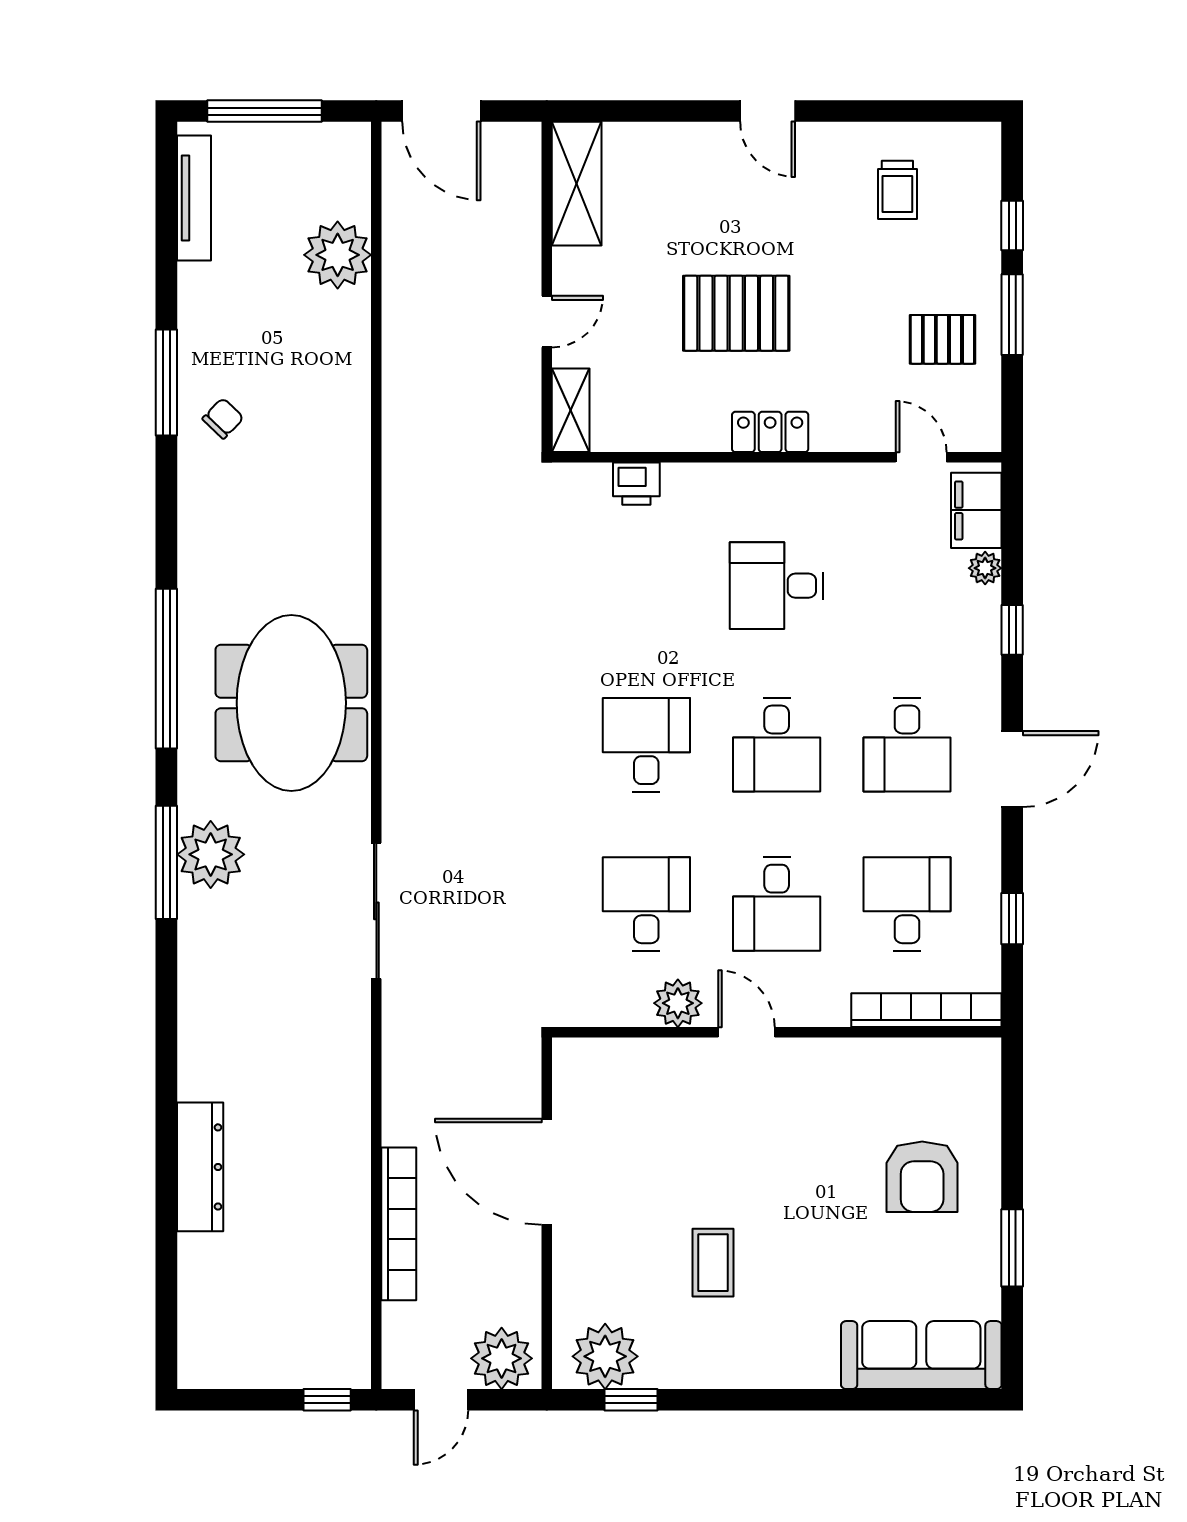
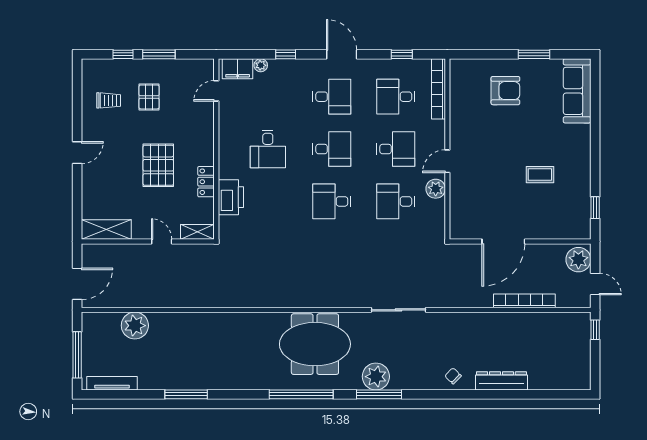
pallet: (942, 339) -> (149, 97), moved
chair: (223, 418) -> (453, 376), moved
locker: (770, 432) -> (206, 182), moved
printer: (636, 484) -> (231, 197), width x1.87, depth x1.48
plant: (605, 1356) -> (578, 218), removed

